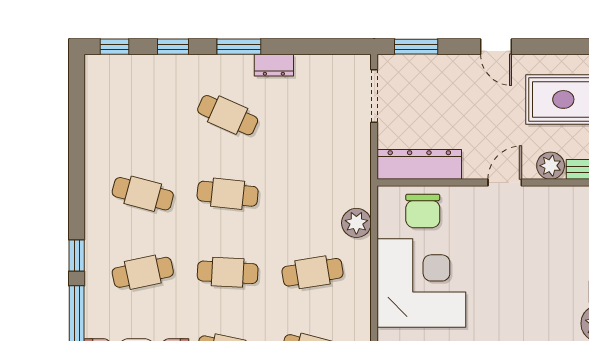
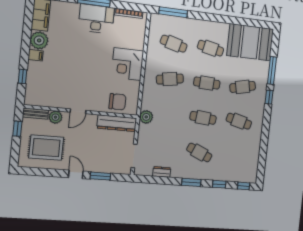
window: (416, 47) -> (100, 176), moved
dresser: (274, 65) -> (162, 172), moved
chair: (423, 211) -> (117, 102), turned 90
plant: (356, 223) -> (146, 117), moved
corner desk: (421, 283) -> (127, 64), width x0.74, depth x0.74

